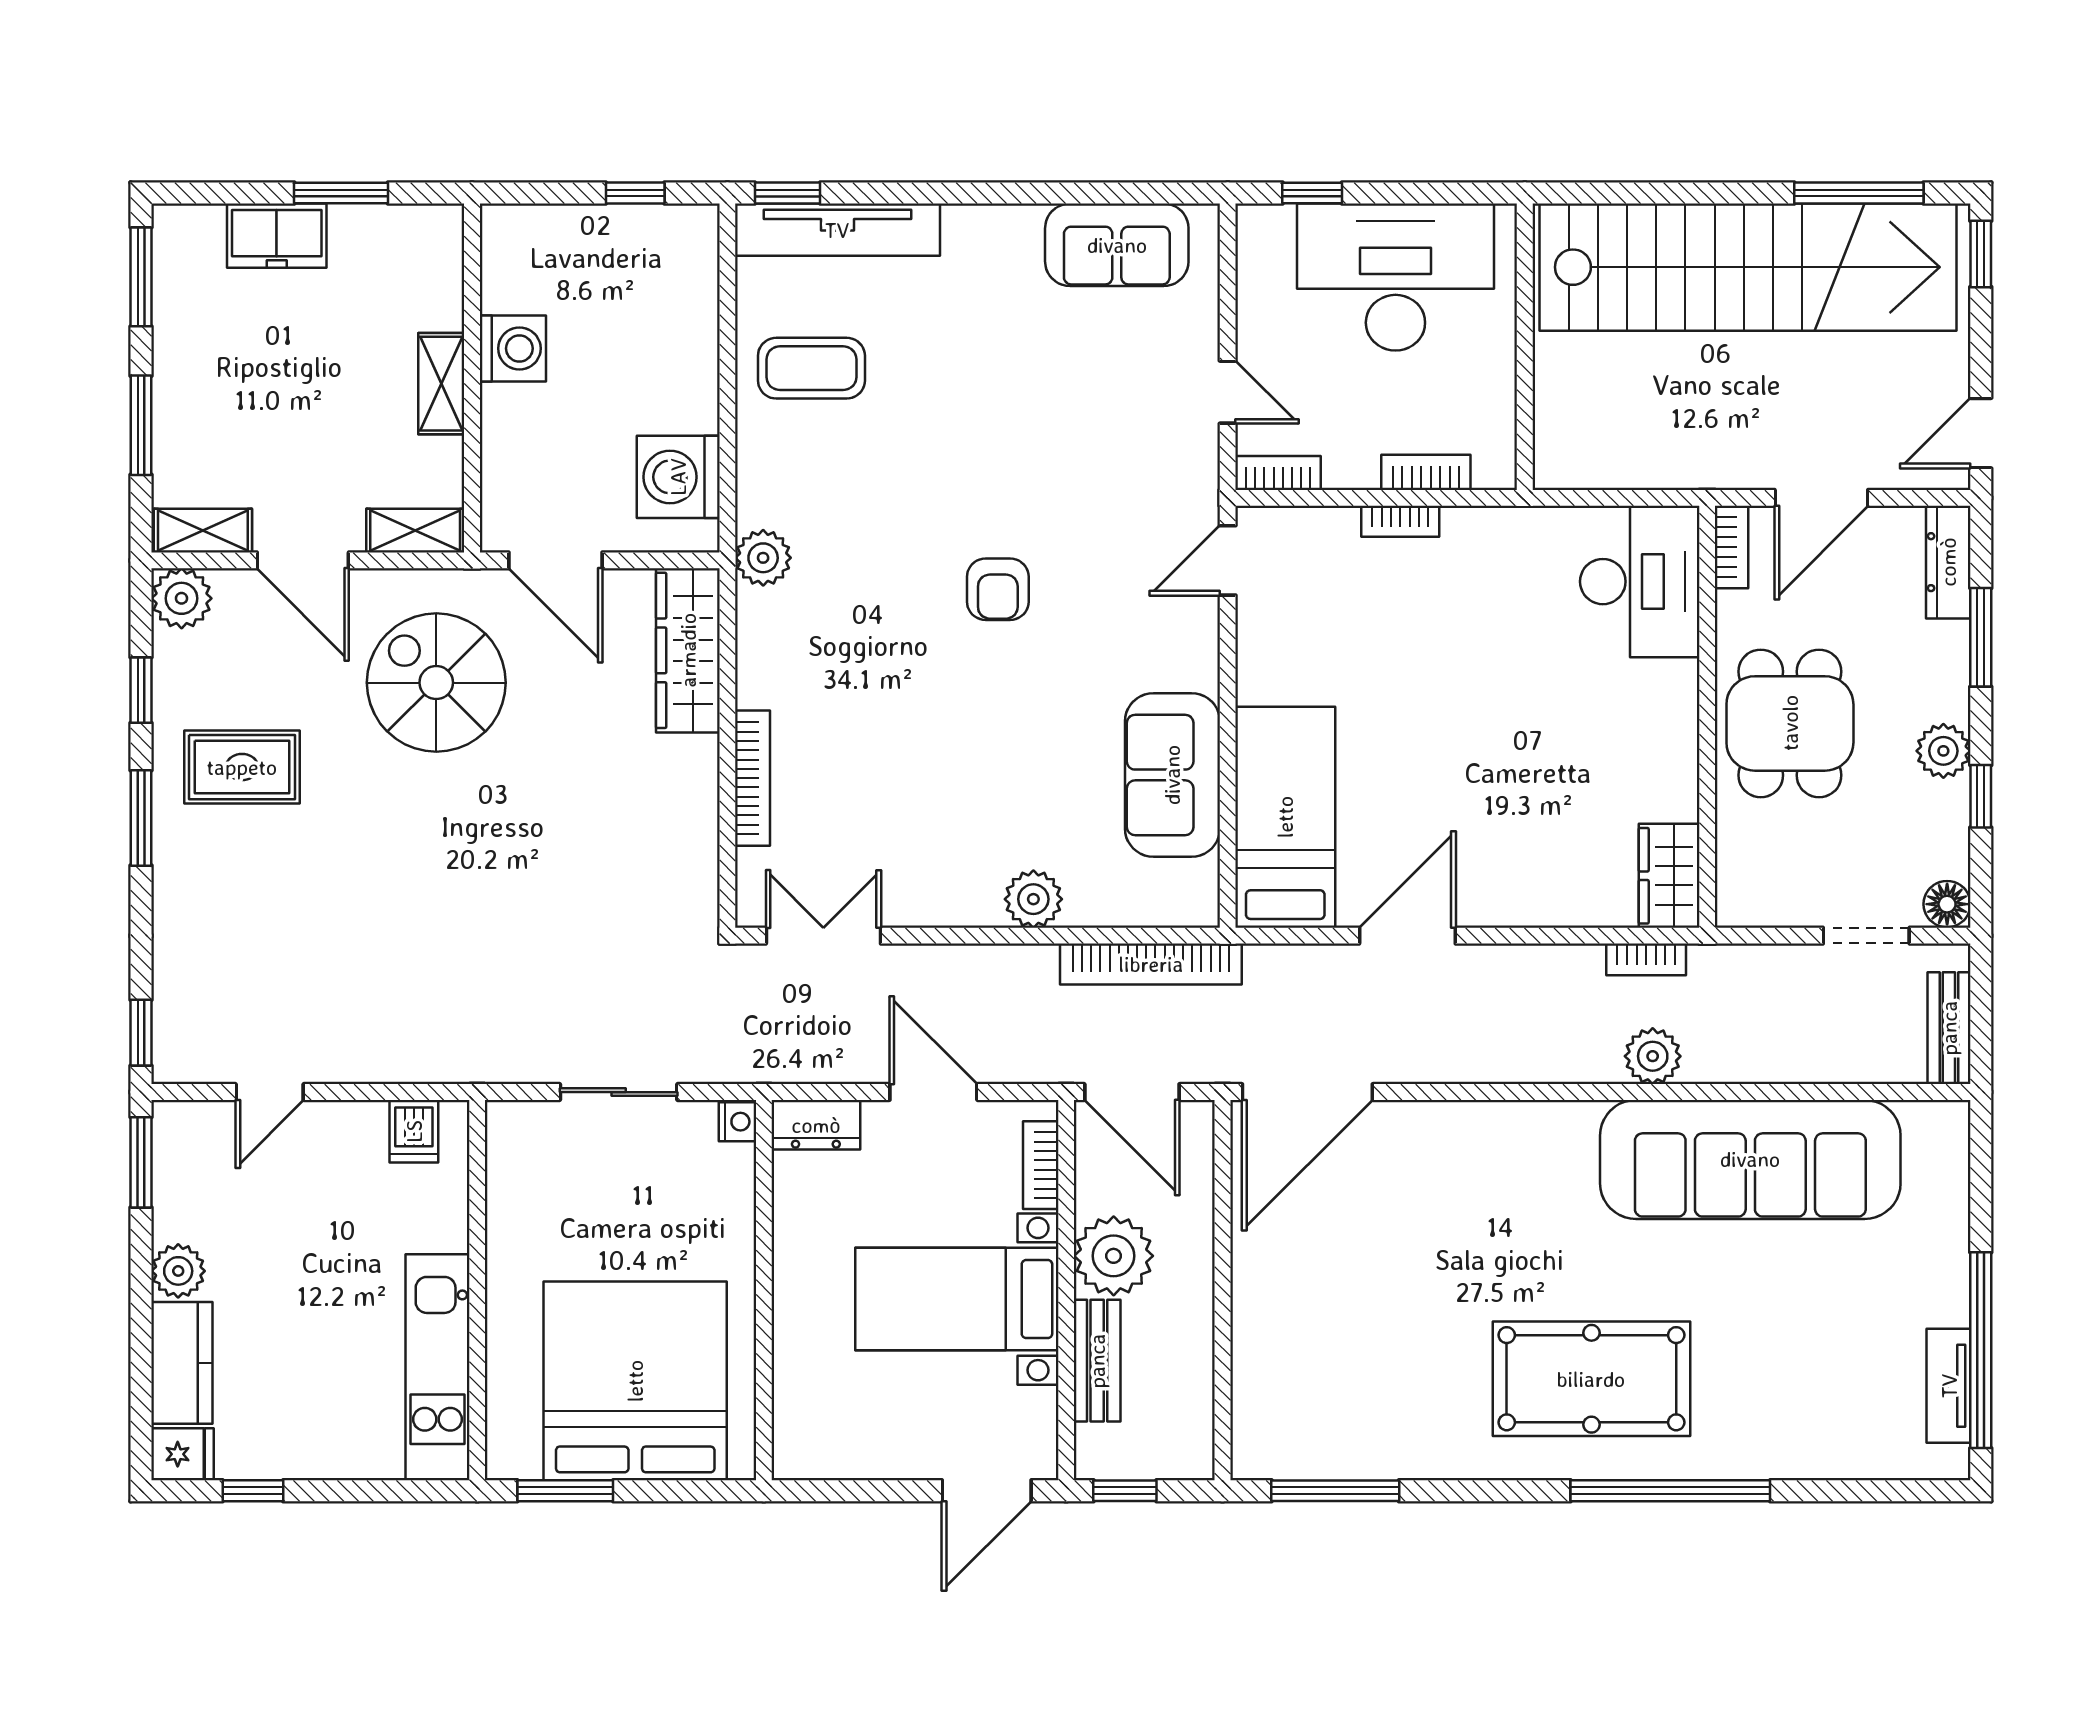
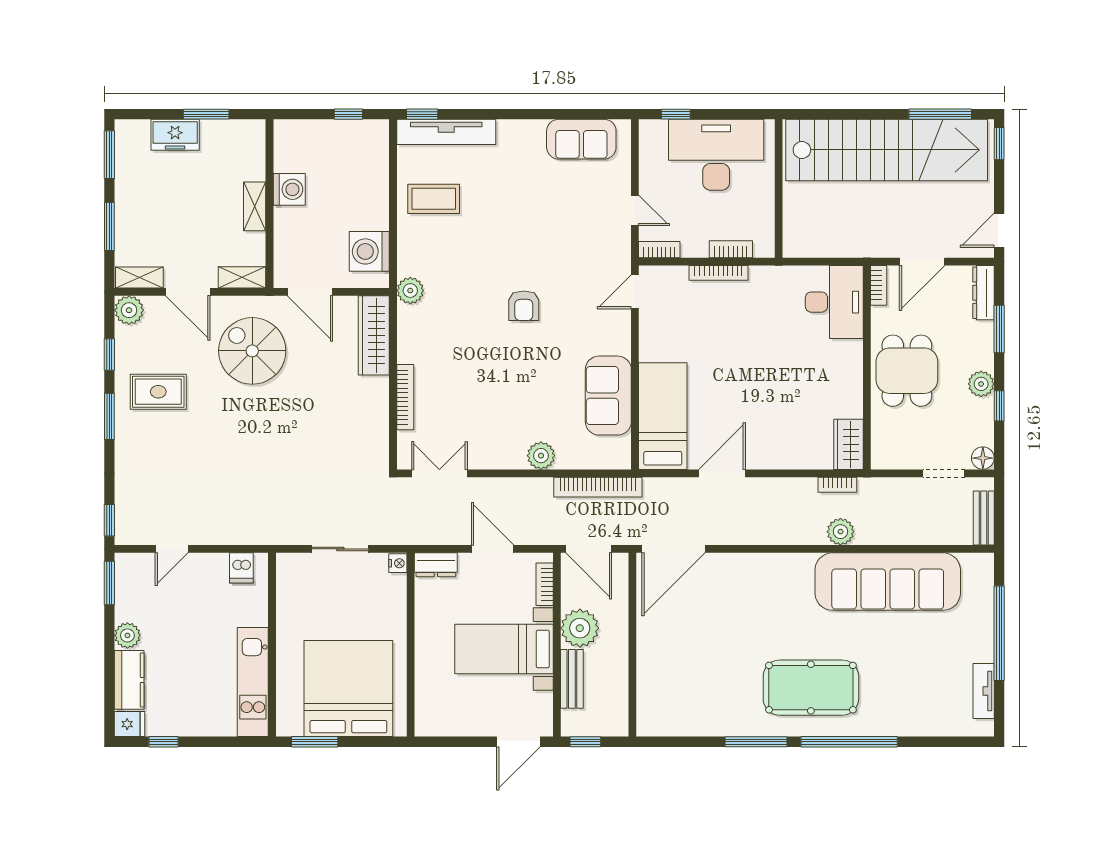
bookcase: (1400, 521) -> (718, 273), width x1.56
window: (1981, 1350) -> (999, 633), moved
window: (1335, 1491) -> (756, 742), moved

